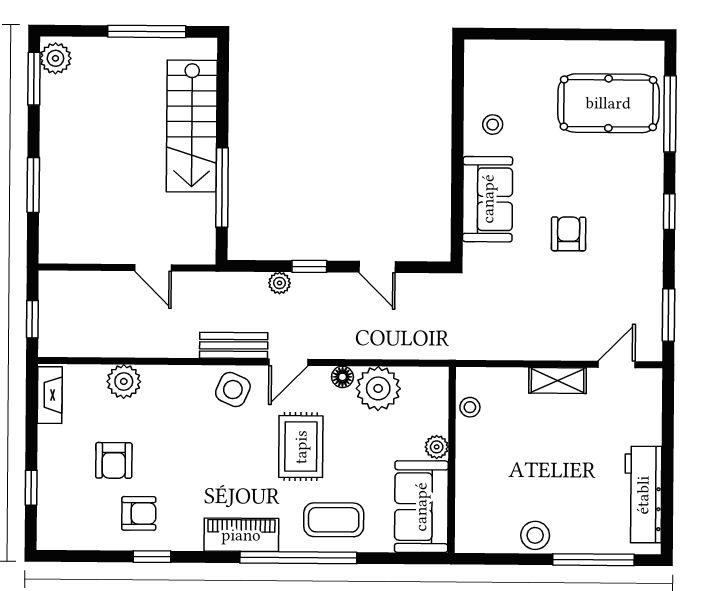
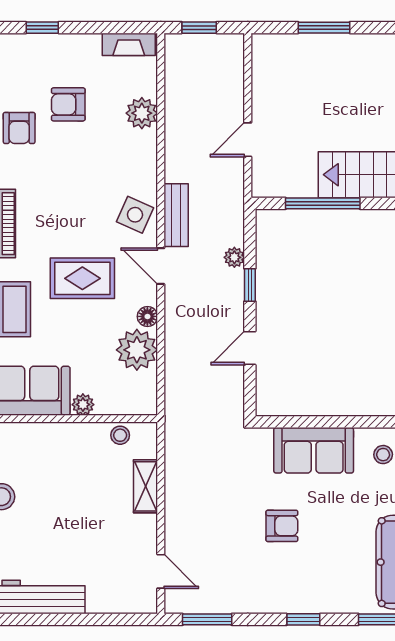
shelving: (558, 380) -> (146, 486), moved

